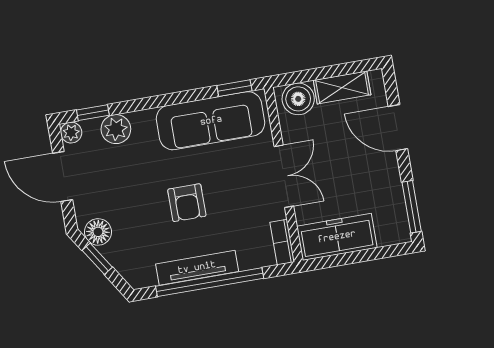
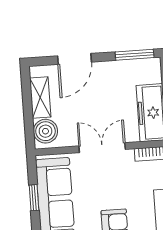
window: (234, 88) -> (34, 198), moved

